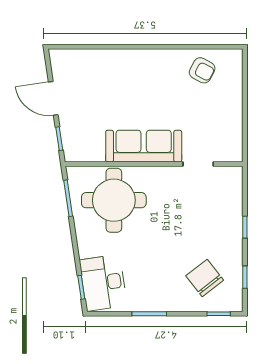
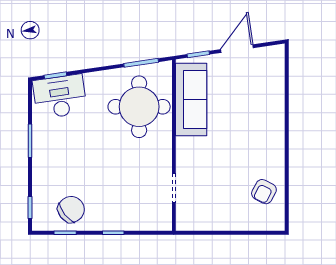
sofa: (144, 146) -> (191, 100), moved
chair: (205, 278) -> (71, 209), moved

